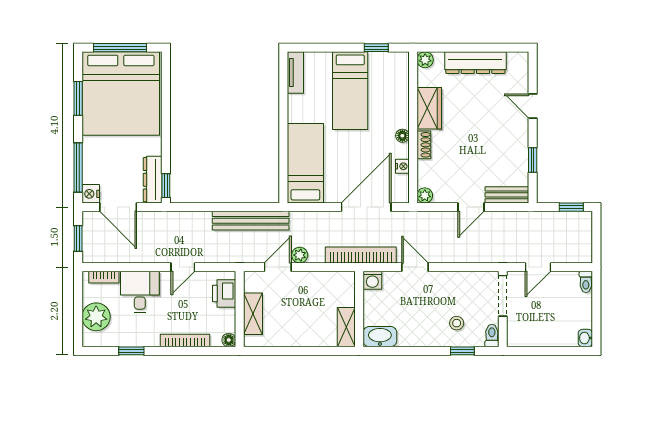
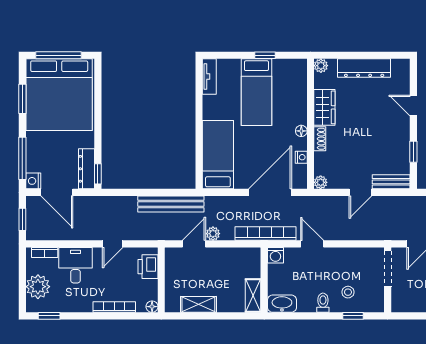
window: (376, 48) -> (265, 55), moved
shelving: (253, 314) -> (198, 304), moved, turned 90
toilet: (492, 335) -> (323, 303), moved
window: (131, 351) -> (49, 316), moved

